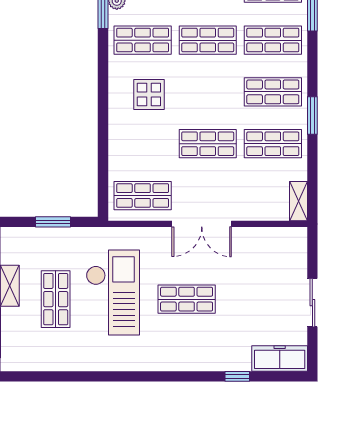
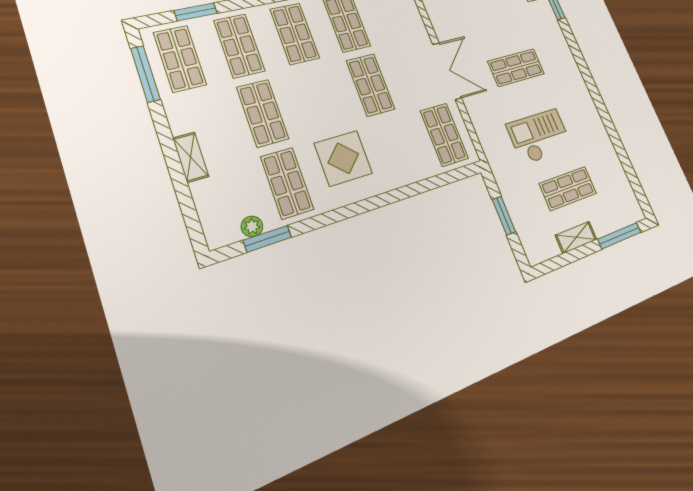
display table: (149, 94) -> (343, 158), width x1.36, depth x1.36
checkout: (113, 292) -> (539, 136), width x0.73, depth x0.83
shop shelf: (187, 299) -> (516, 68), turned 90

